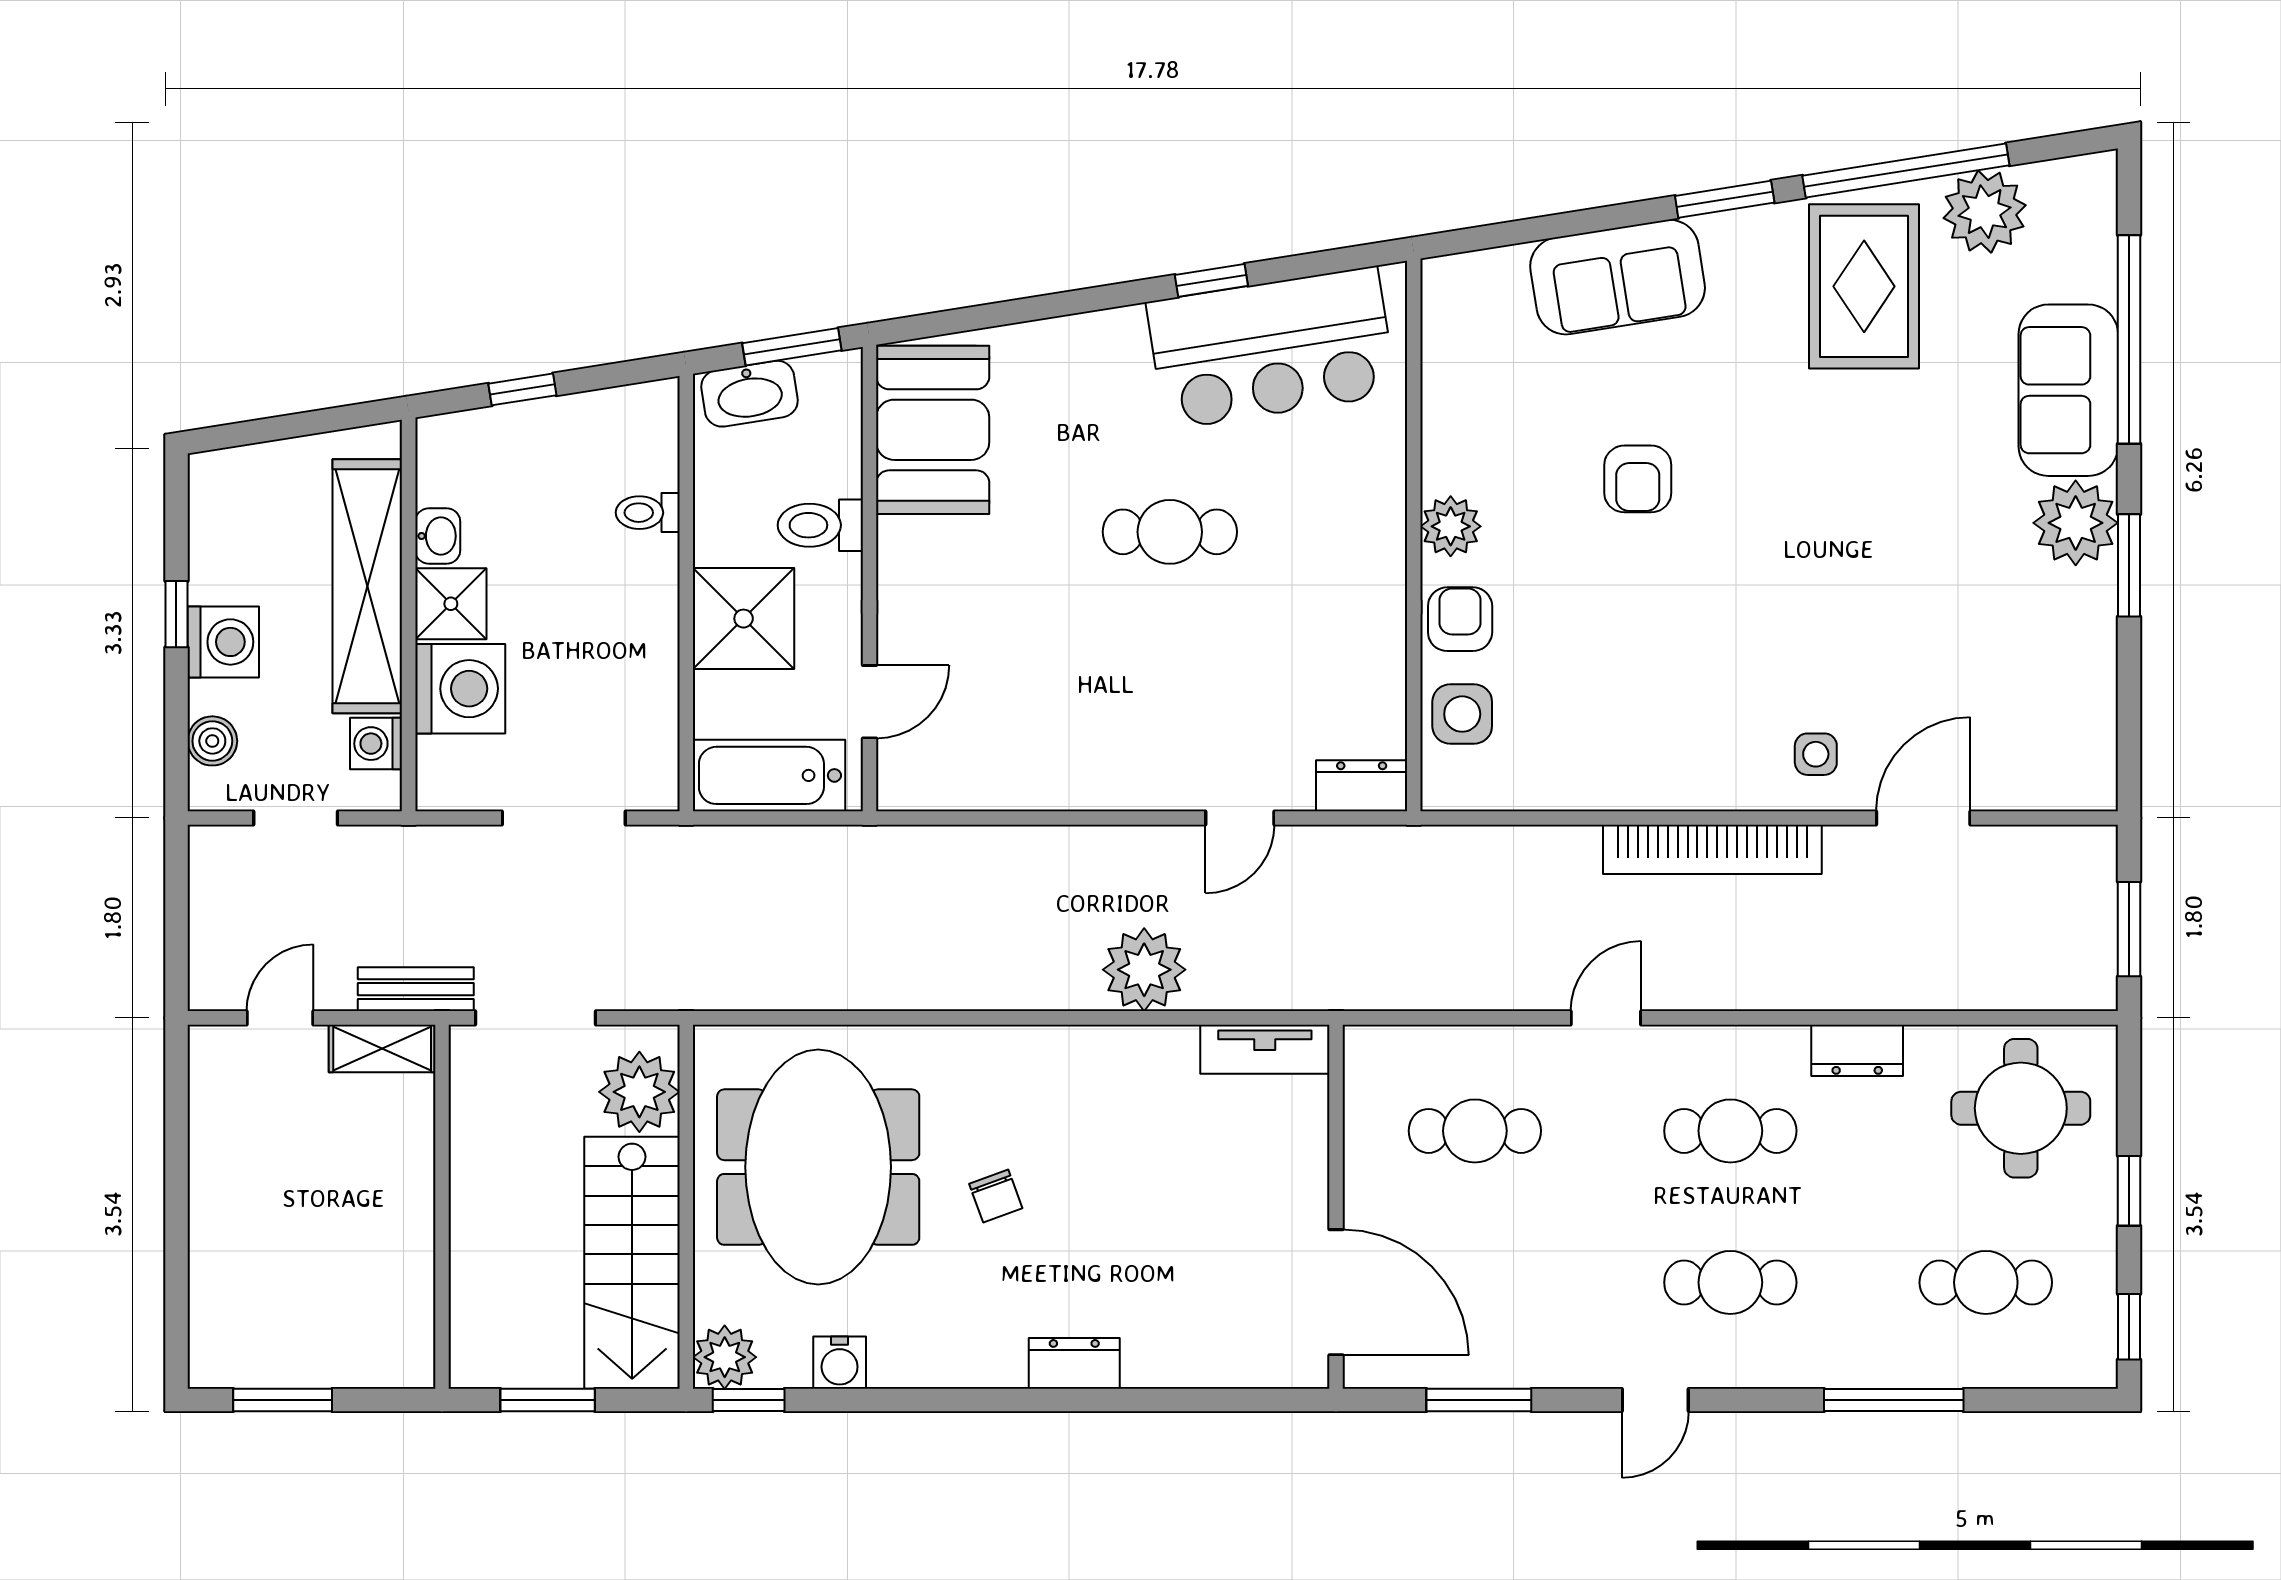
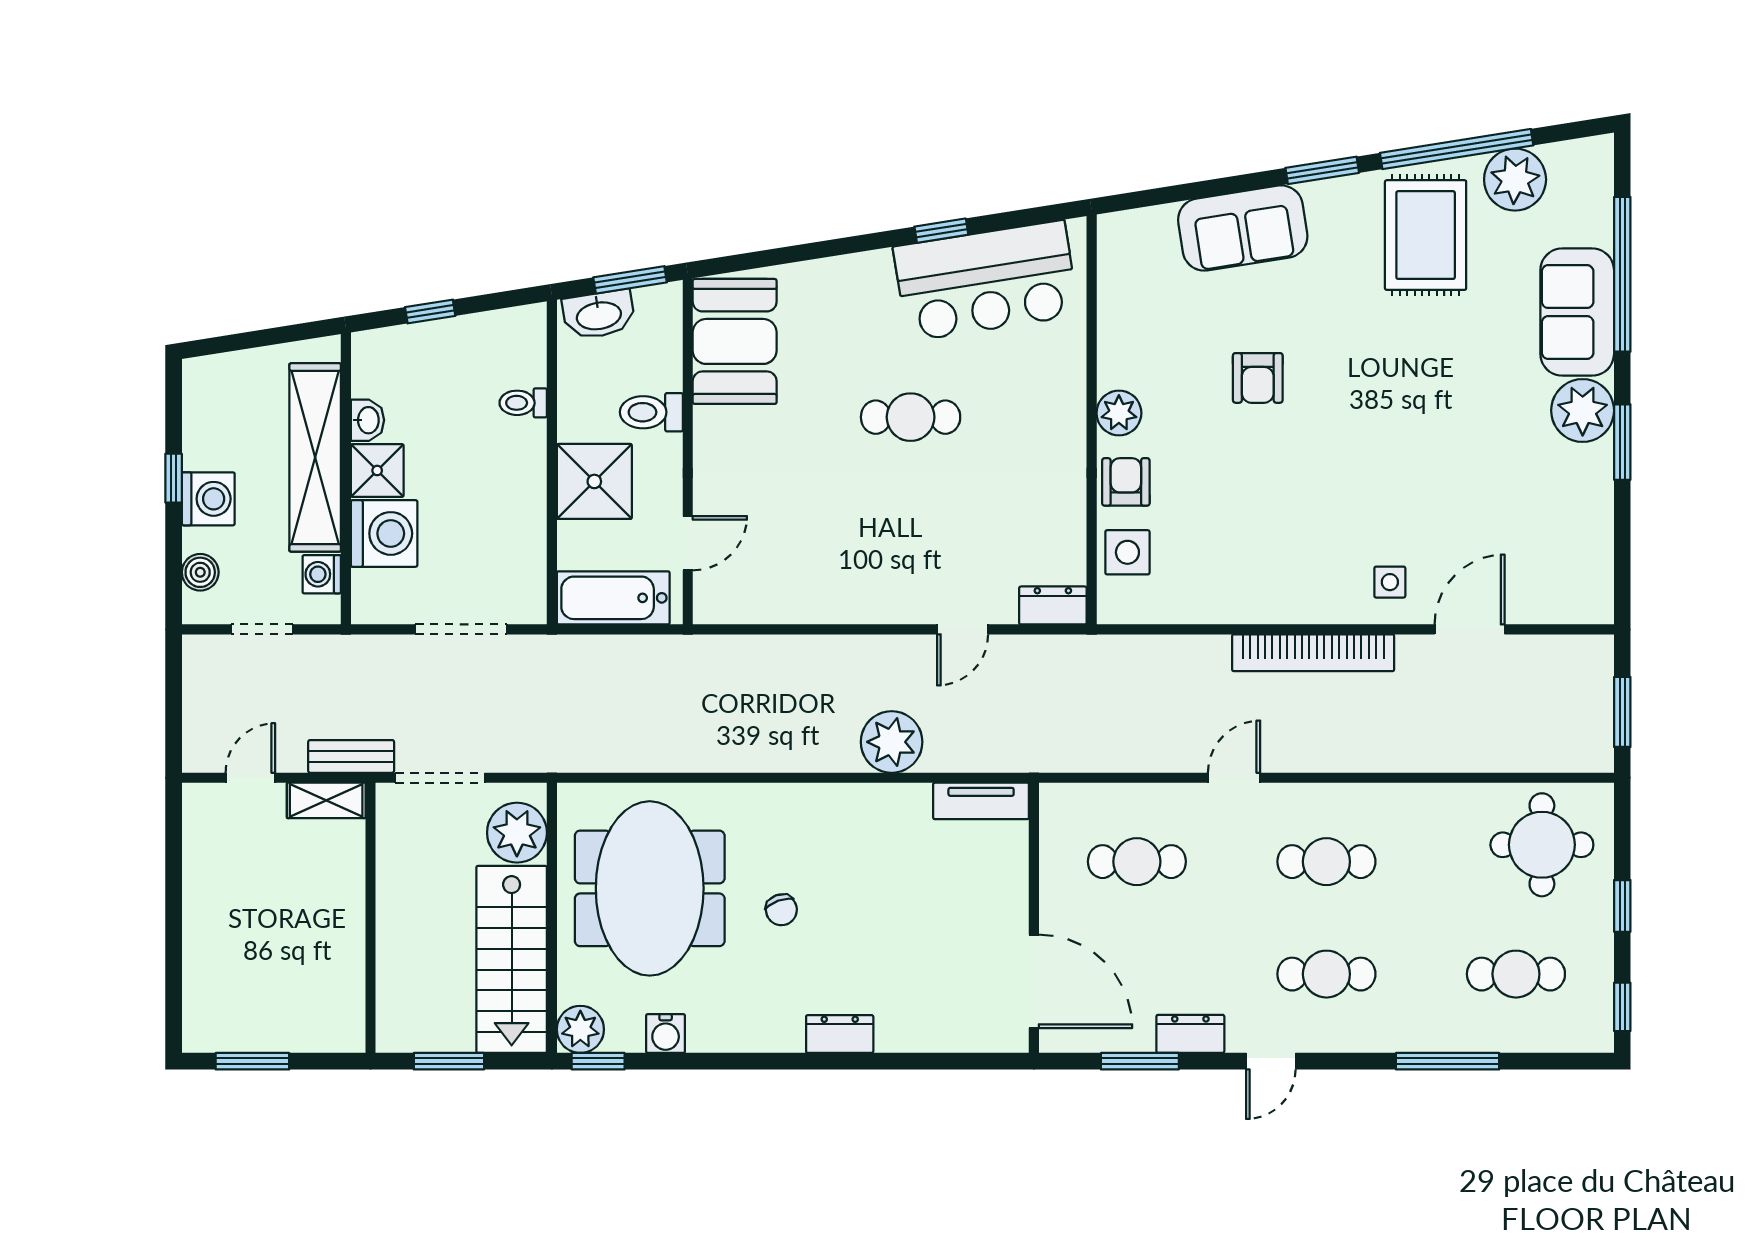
dresser: (1857, 1050) -> (1190, 1034), moved, turned 180

